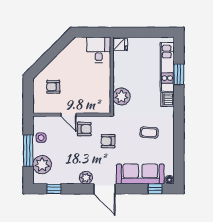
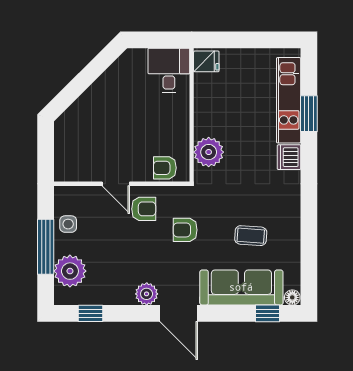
armchair: (53, 87) -> (165, 168), moved
coffee table: (149, 133) -> (251, 236), moved

